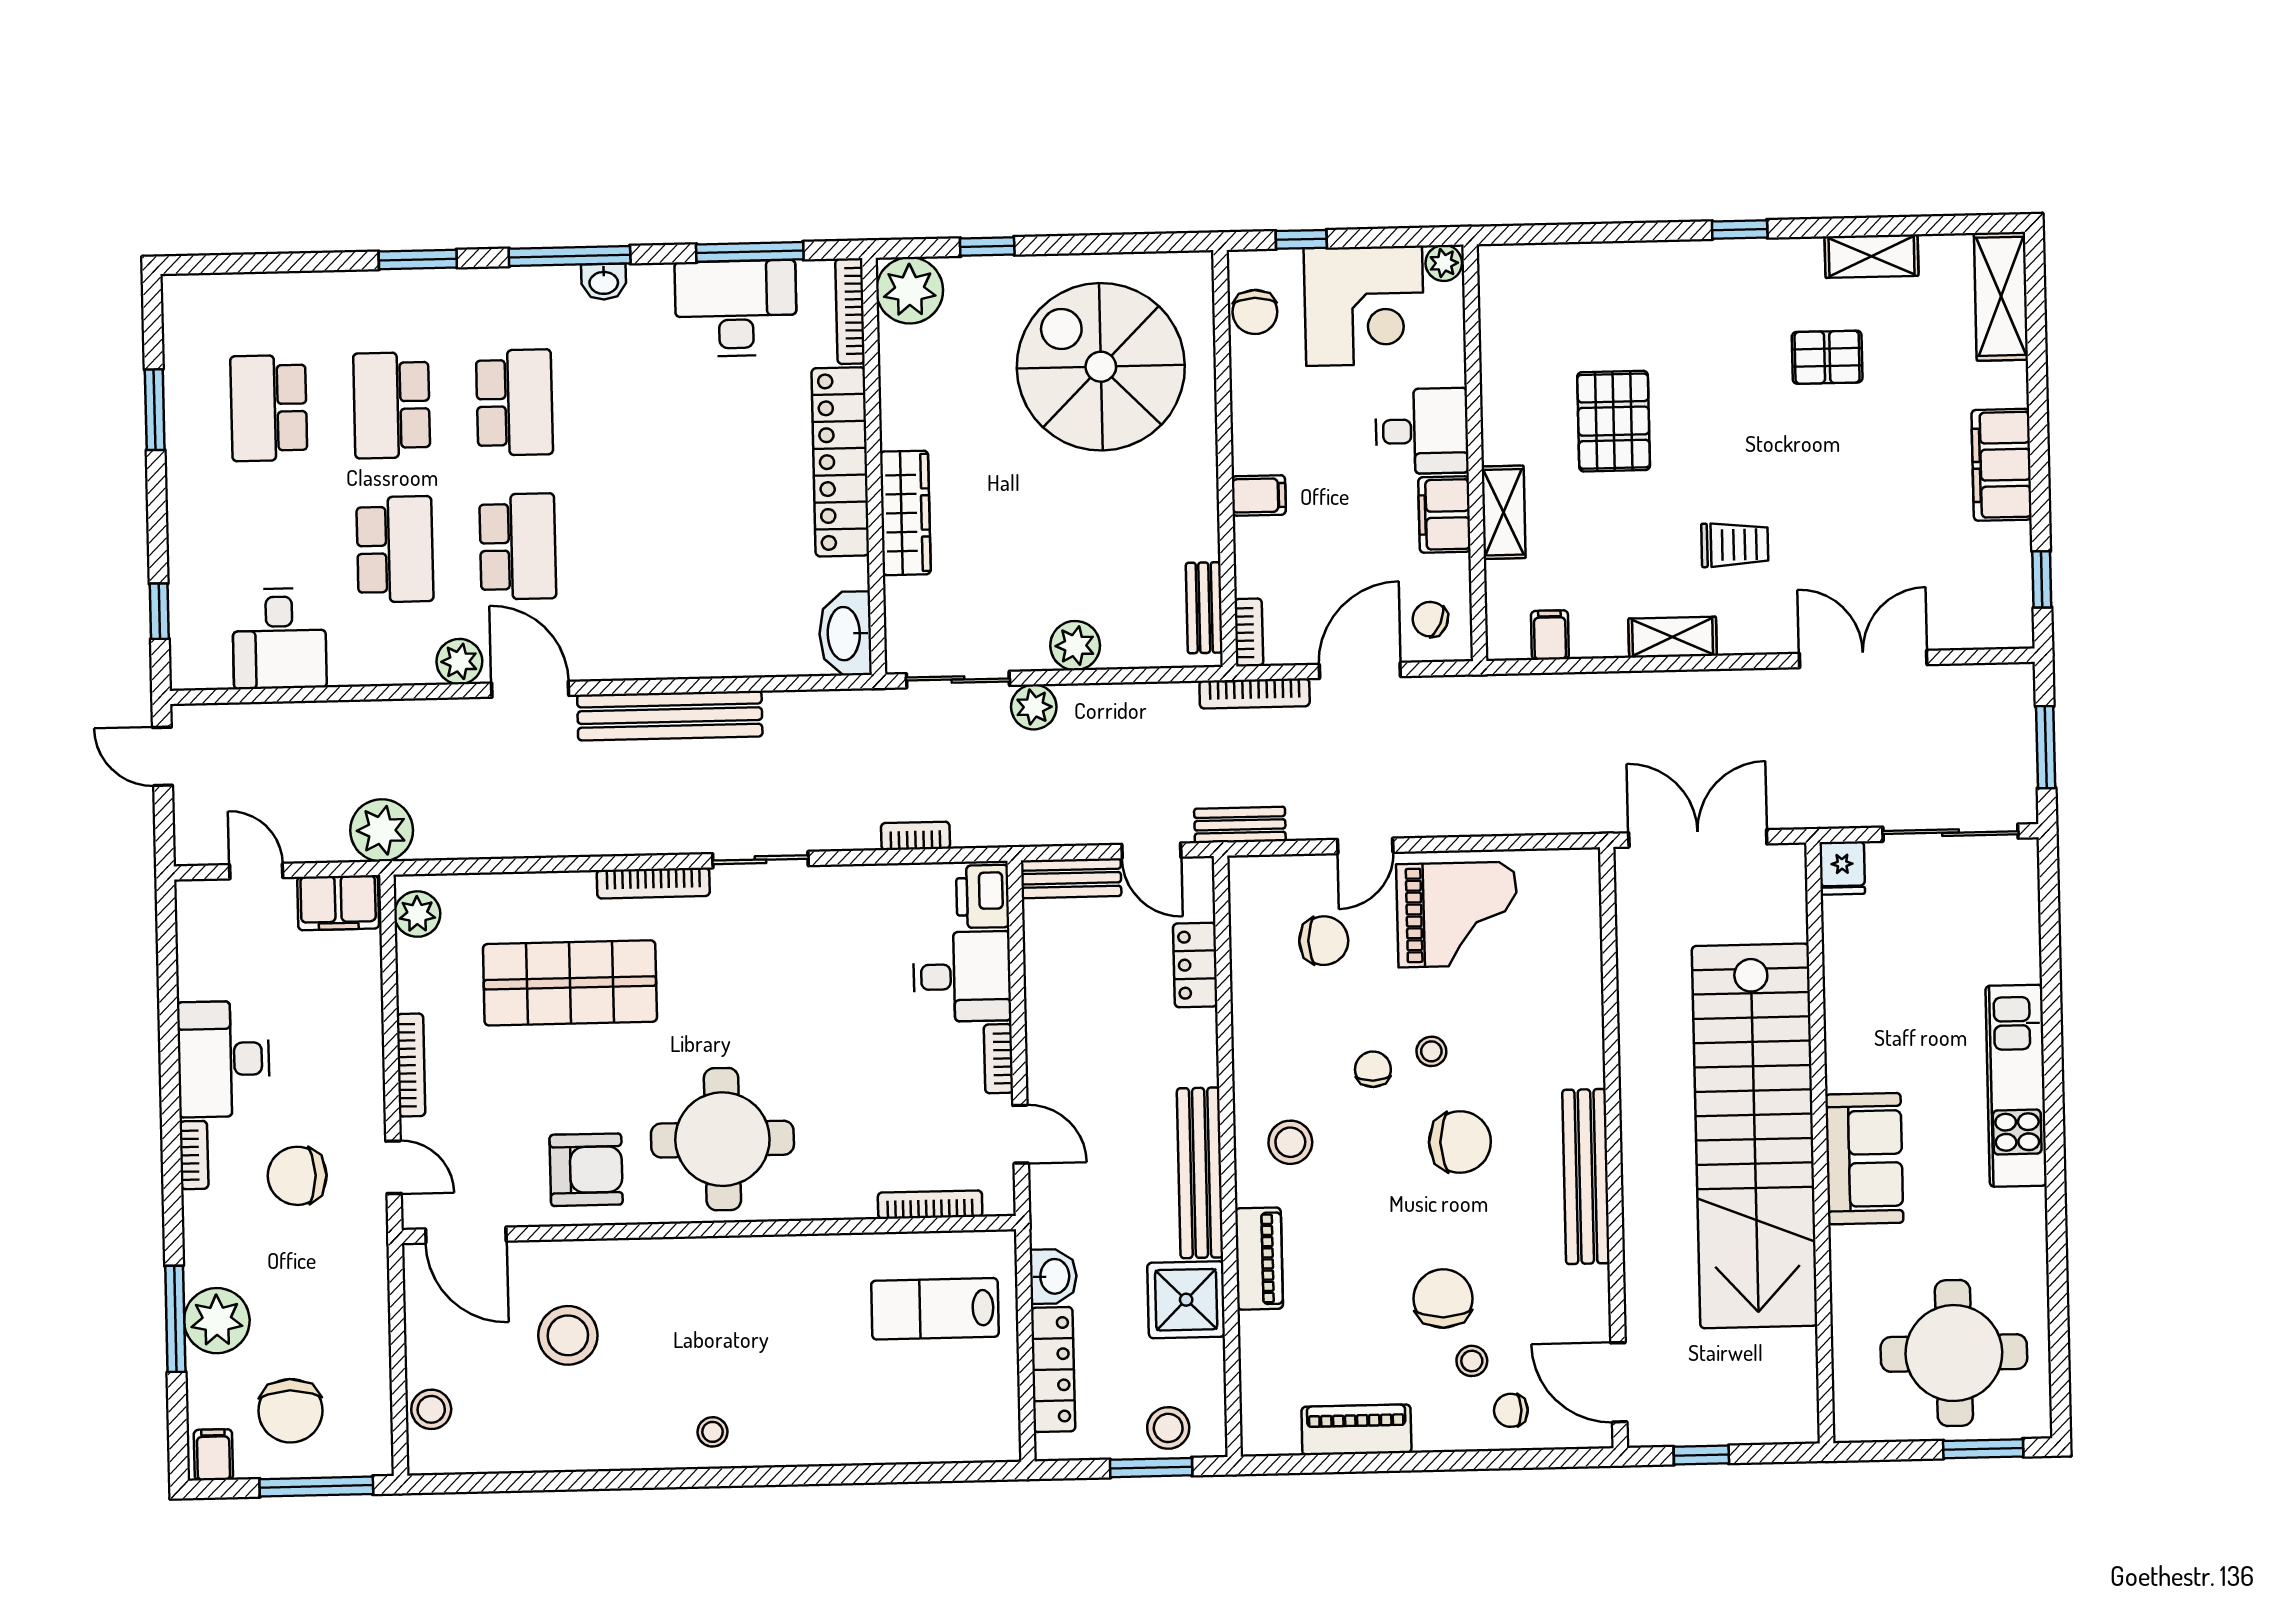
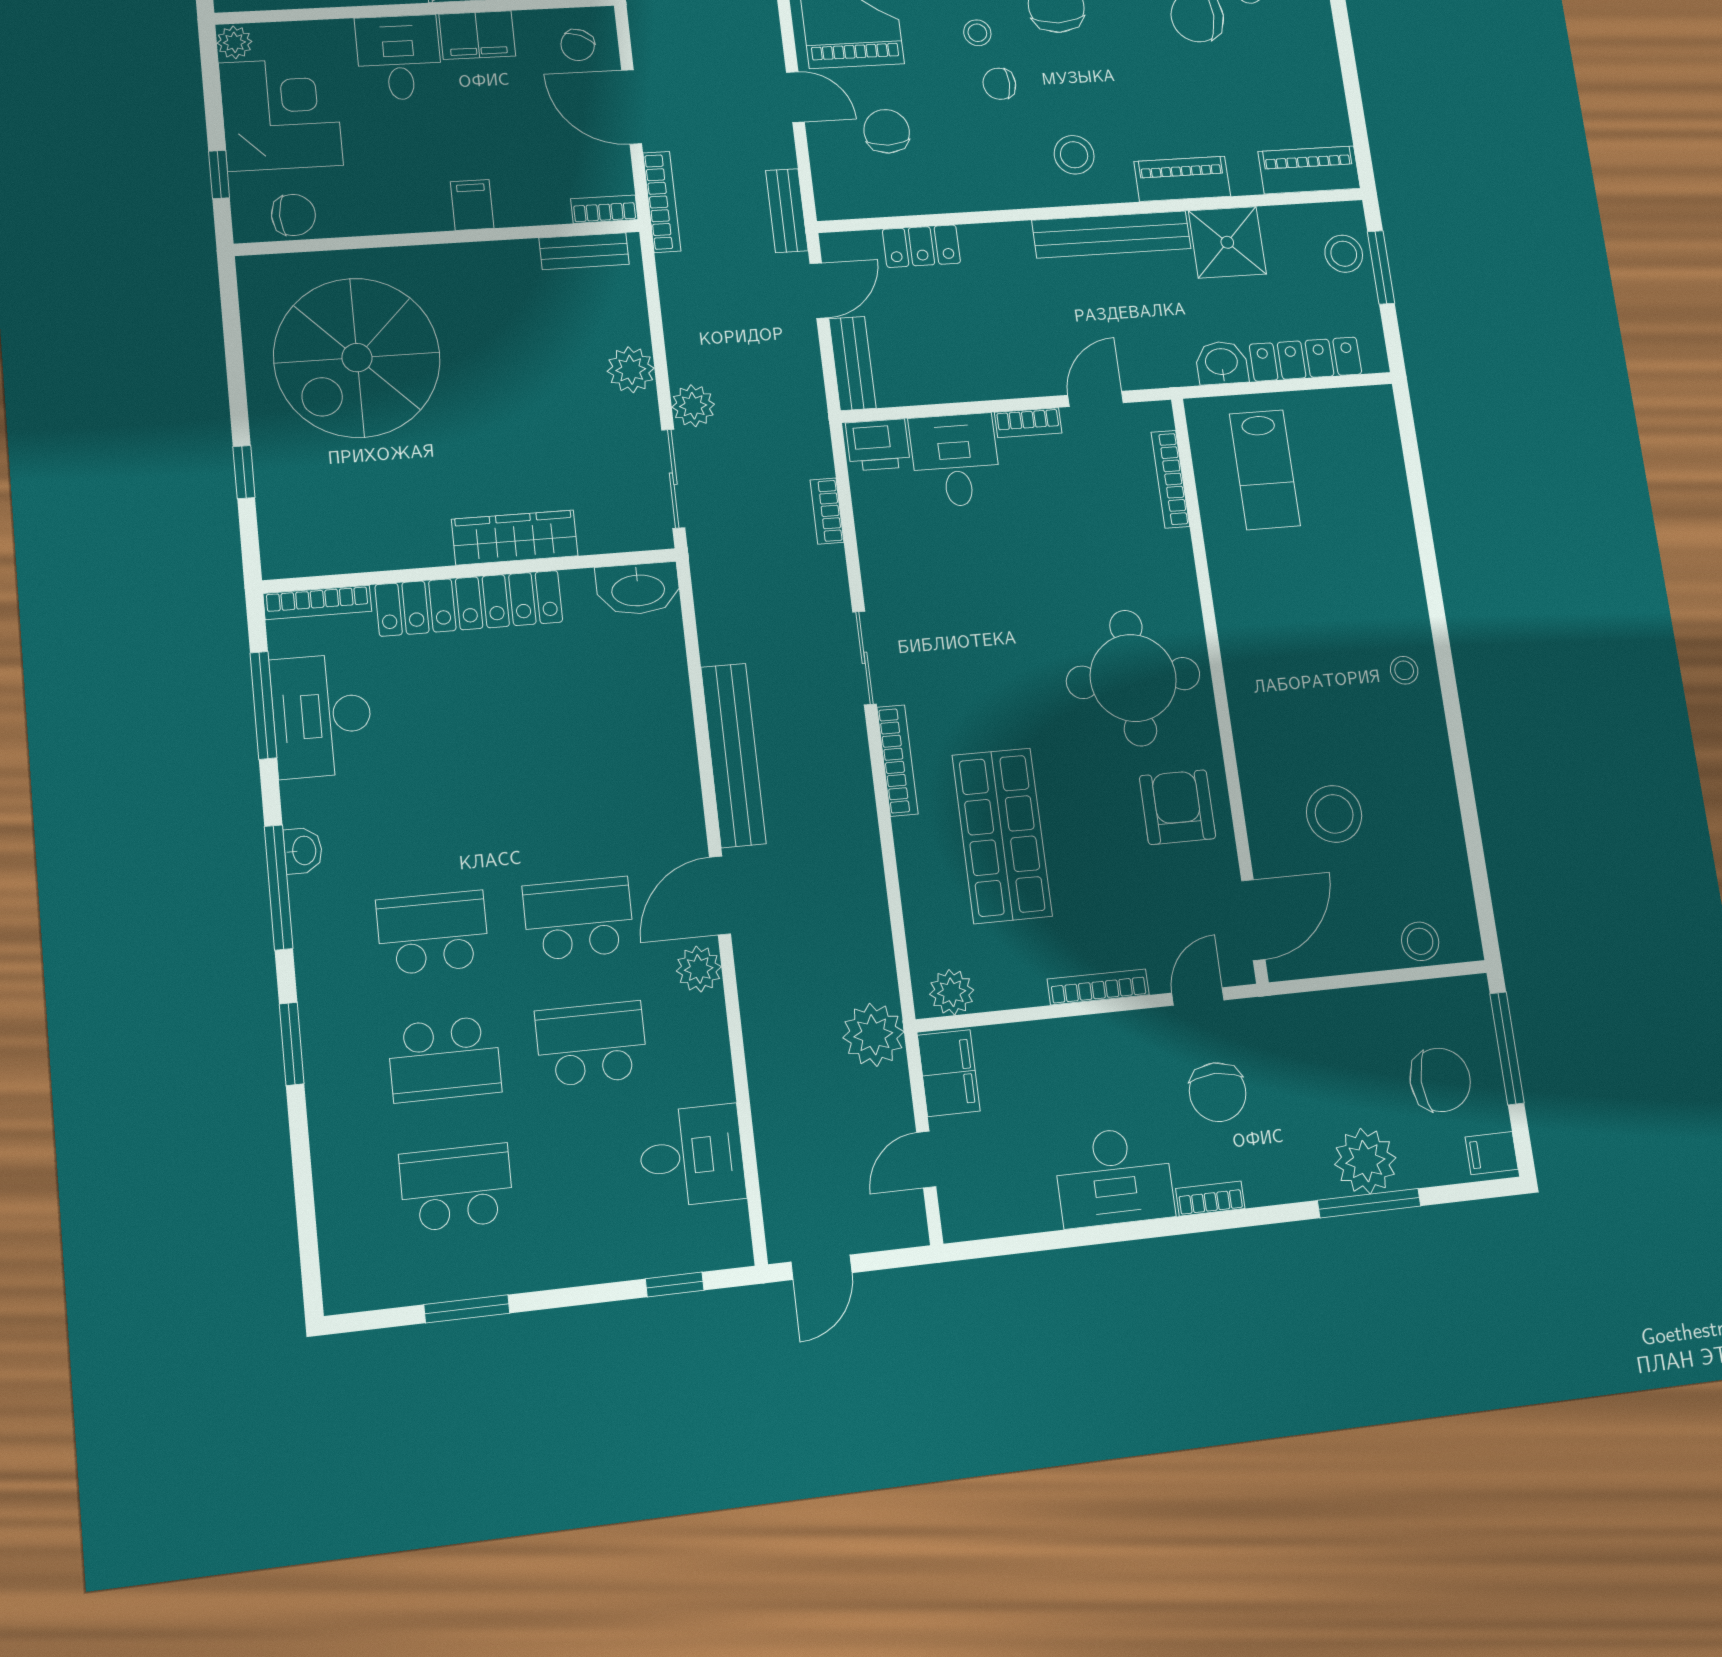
plant: (910, 290) -> (293, 545), removed
school desk: (269, 408) -> (456, 1187), turned 180
piano: (1356, 1430) -> (1309, 170), moved, turned 90

